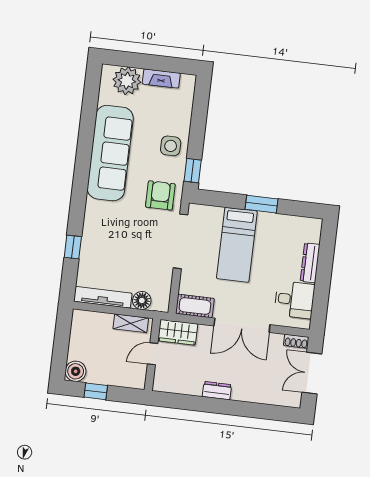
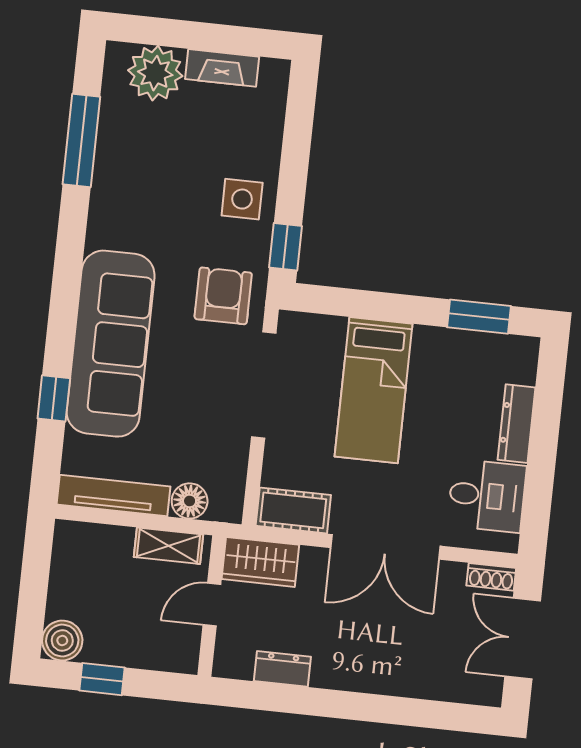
window: (89, 115) -> (81, 141), added
sofa: (110, 153) -> (111, 344), moved
window: (261, 204) -> (479, 317), moved
dresser: (217, 391) -> (282, 669), moved

